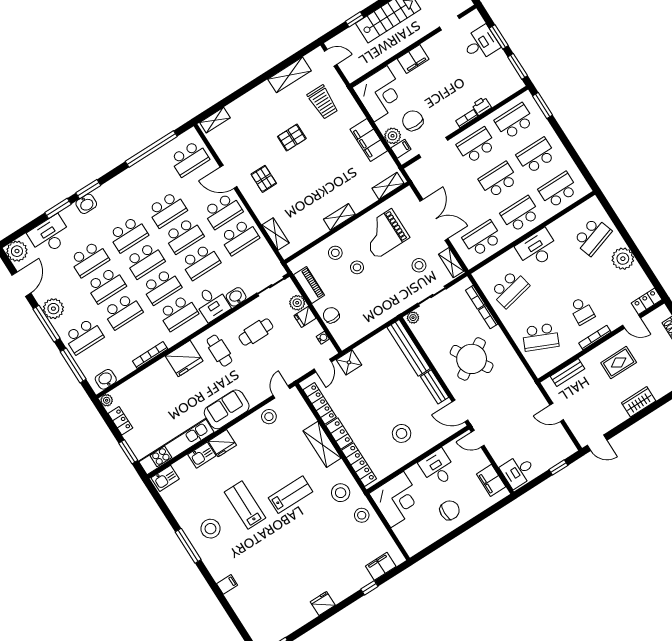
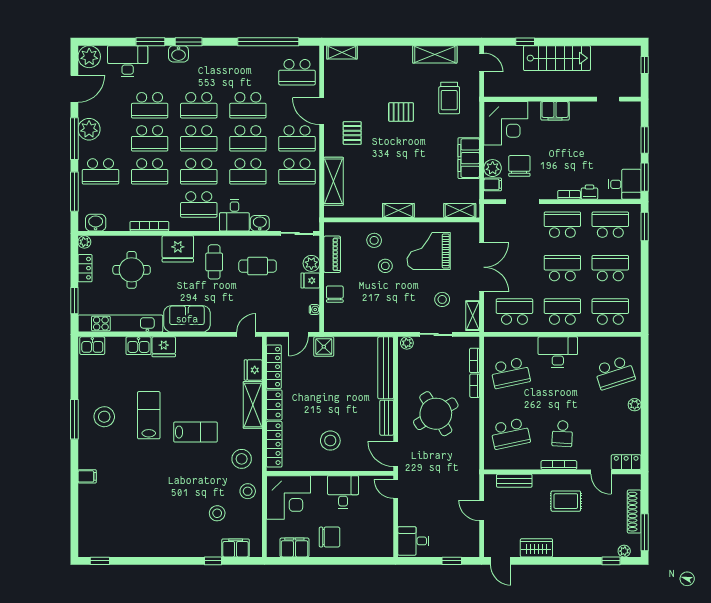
desk: (481, 44) -> (625, 184), moved
shelving: (276, 234) -> (334, 181), width x1.50, depth x1.33
plant: (623, 259) -> (635, 405), width x0.53, depth x0.53
school desk: (540, 337) -> (510, 434), turned -36
round table: (158, 399) -> (132, 270), added
wardrobe: (639, 402) -> (536, 548), moved
stool: (269, 417) -> (217, 513), moved
filing cabinet: (491, 480) -> (294, 547), moved, turned 90
fridge: (323, 603) -> (253, 370), moved, turned -90

